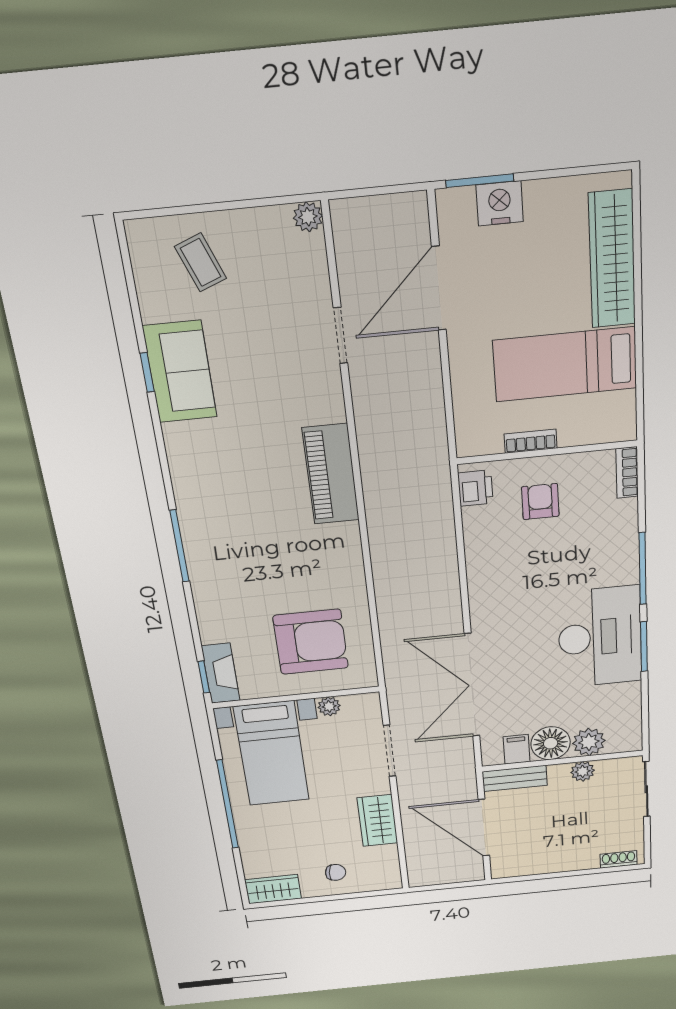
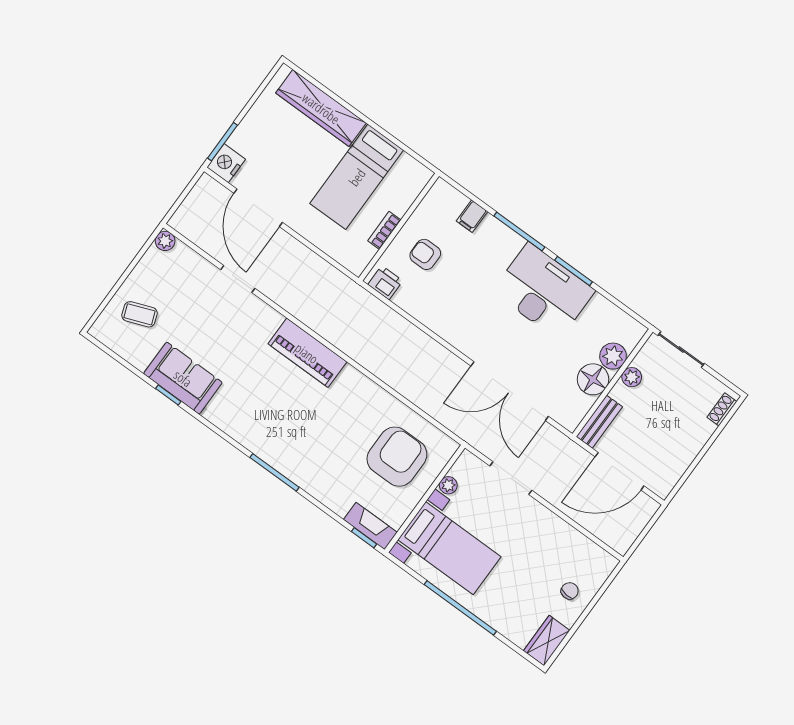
nightstand: (500, 203) -> (226, 163), moved
bookcase: (627, 473) -> (450, 193), removed
filing cabinet: (517, 749) -> (472, 216), moved, turned -90
wardrobe: (377, 821) -> (554, 530), removed

